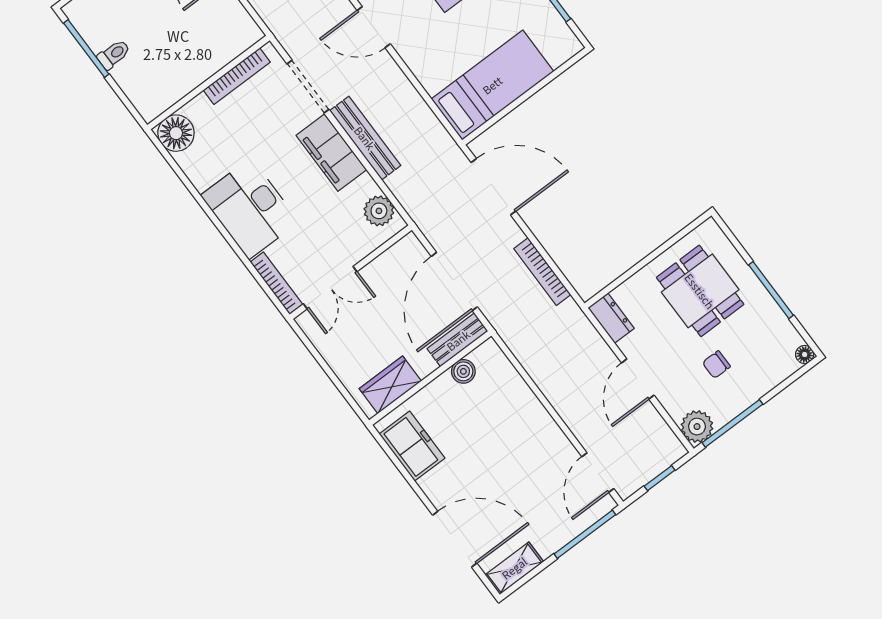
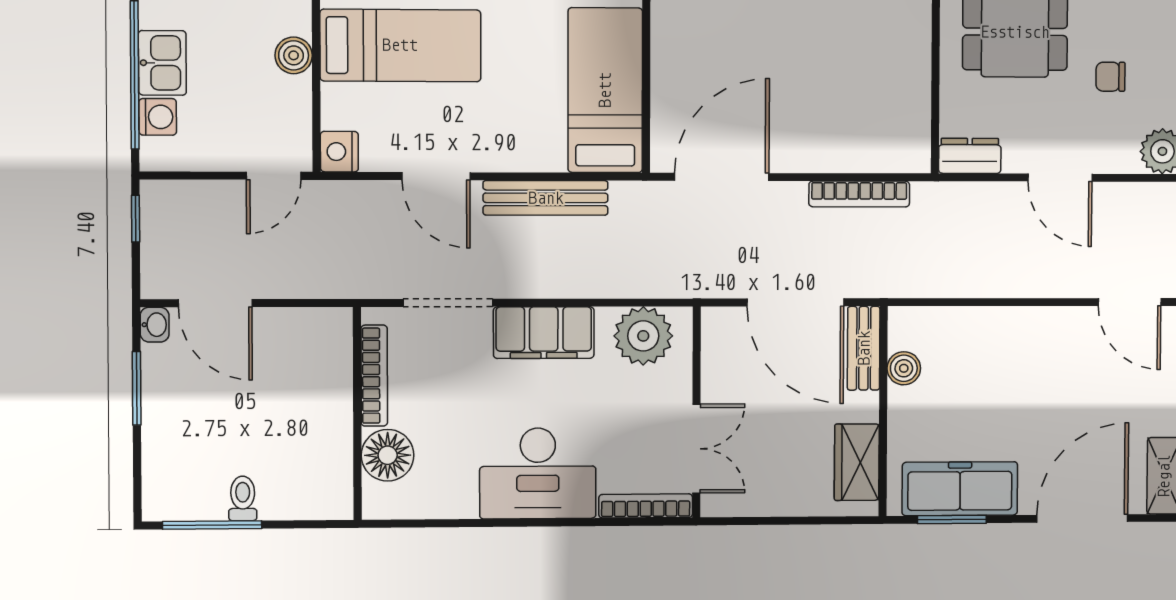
door: (374, 27) -> (436, 176), hinge flipped
floor lamp: (176, 133) -> (388, 455), moved
bench: (365, 138) -> (546, 198), moved
plant: (379, 211) -> (643, 336), width x1.36, depth x1.36
chair: (716, 365) -> (1110, 77), turned 90
freezer: (412, 446) -> (960, 489), width x1.40
window: (398, 464) -> (952, 519), added

